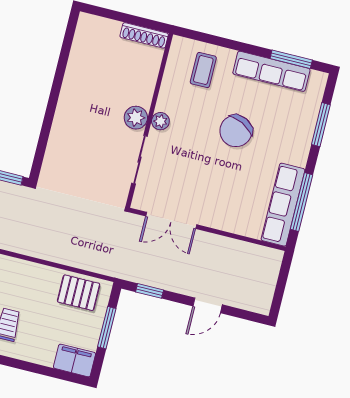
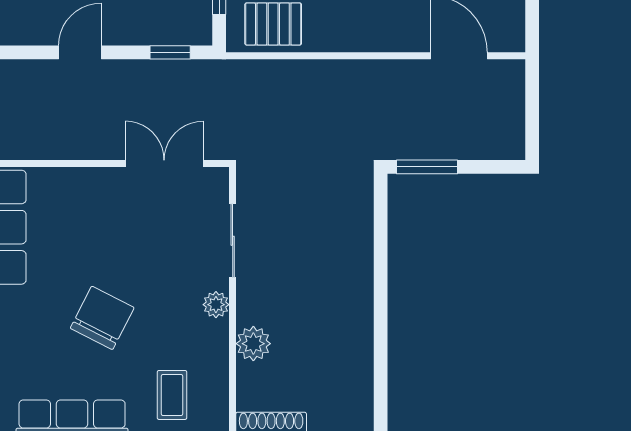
plant: (136, 118) -> (253, 344), moved

